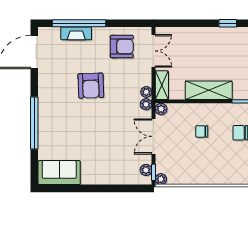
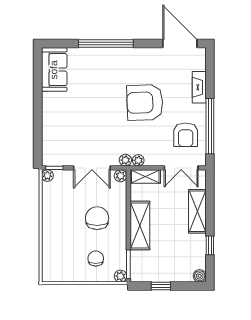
window: (79, 23) -> (210, 126), moved
shelving: (195, 35) -> (197, 211), added
armchair: (91, 86) -> (145, 102), width x1.36, depth x1.36
chair: (202, 131) -> (97, 218), width x1.87, depth x1.87
double door: (154, 136) -> (92, 168), swing flipped
plant: (146, 170) -> (57, 160), removed

